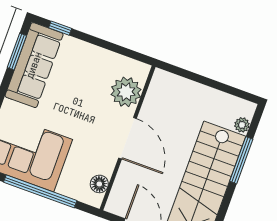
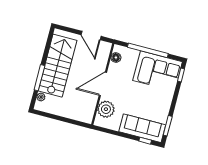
sofa: (34, 65) -> (142, 128), moved, turned 90
door: (127, 138) -> (103, 84), hinge flipped

